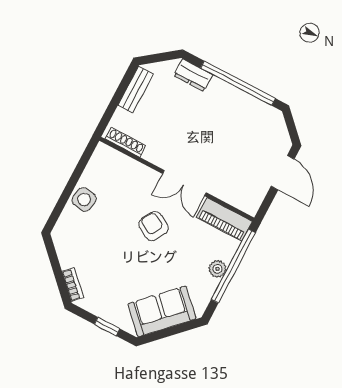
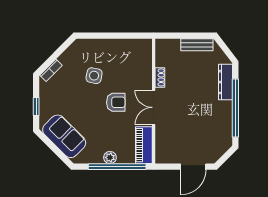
dresser: (193, 75) -> (226, 82), width x1.44
shoe rack: (126, 142) -> (160, 77), moved, width x0.70
side table: (84, 199) -> (94, 76), moved
armchair: (154, 226) -> (116, 102), turned 60

